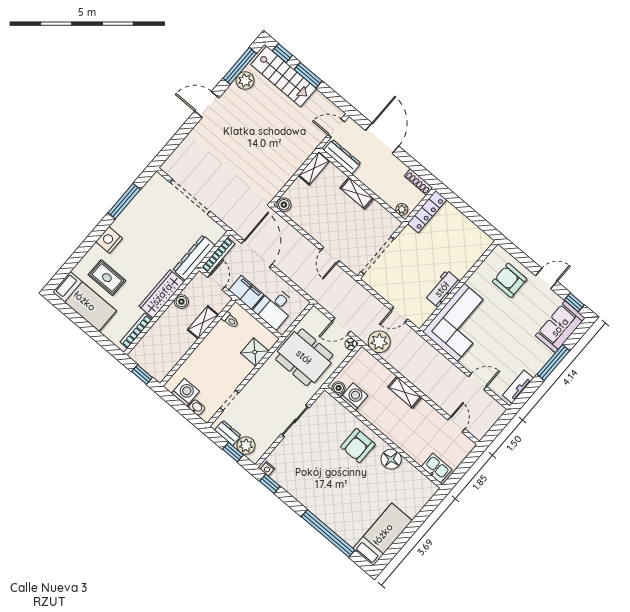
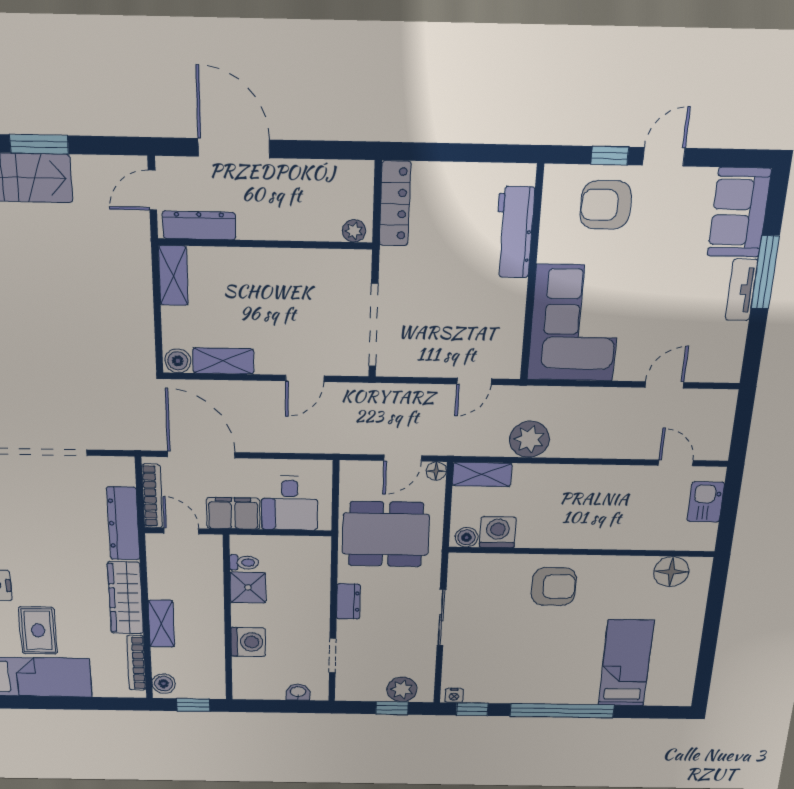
shoe rack: (418, 182) -> (345, 169), removed
shelving: (357, 193) -> (223, 361), moved
door: (330, 256) -> (305, 378), hinge flipped
rug: (107, 278) -> (38, 630), turned 90
workbench: (442, 289) -> (514, 232), moved, width x1.38
boiler: (181, 302) -> (164, 684), moved
window: (574, 302) -> (610, 156), moved
shelving: (203, 322) -> (161, 624), moved
plant: (379, 342) -> (529, 439), moved
shower: (255, 352) -> (248, 588), moved
tv unit: (518, 387) -> (741, 290), moved
washing machine: (185, 392) -> (248, 642), moved, turned 90
shelving: (405, 392) -> (482, 474), moved
dresser: (228, 433) -> (348, 601), moved, turned 90
armchair: (358, 446) -> (554, 587), turned -90
floor lamp: (391, 459) -> (671, 572), moved
kitchen sink: (437, 468) -> (706, 502), moved, turned -90
window: (328, 533) -> (562, 711), moved
bed: (383, 534) -> (626, 663), moved

